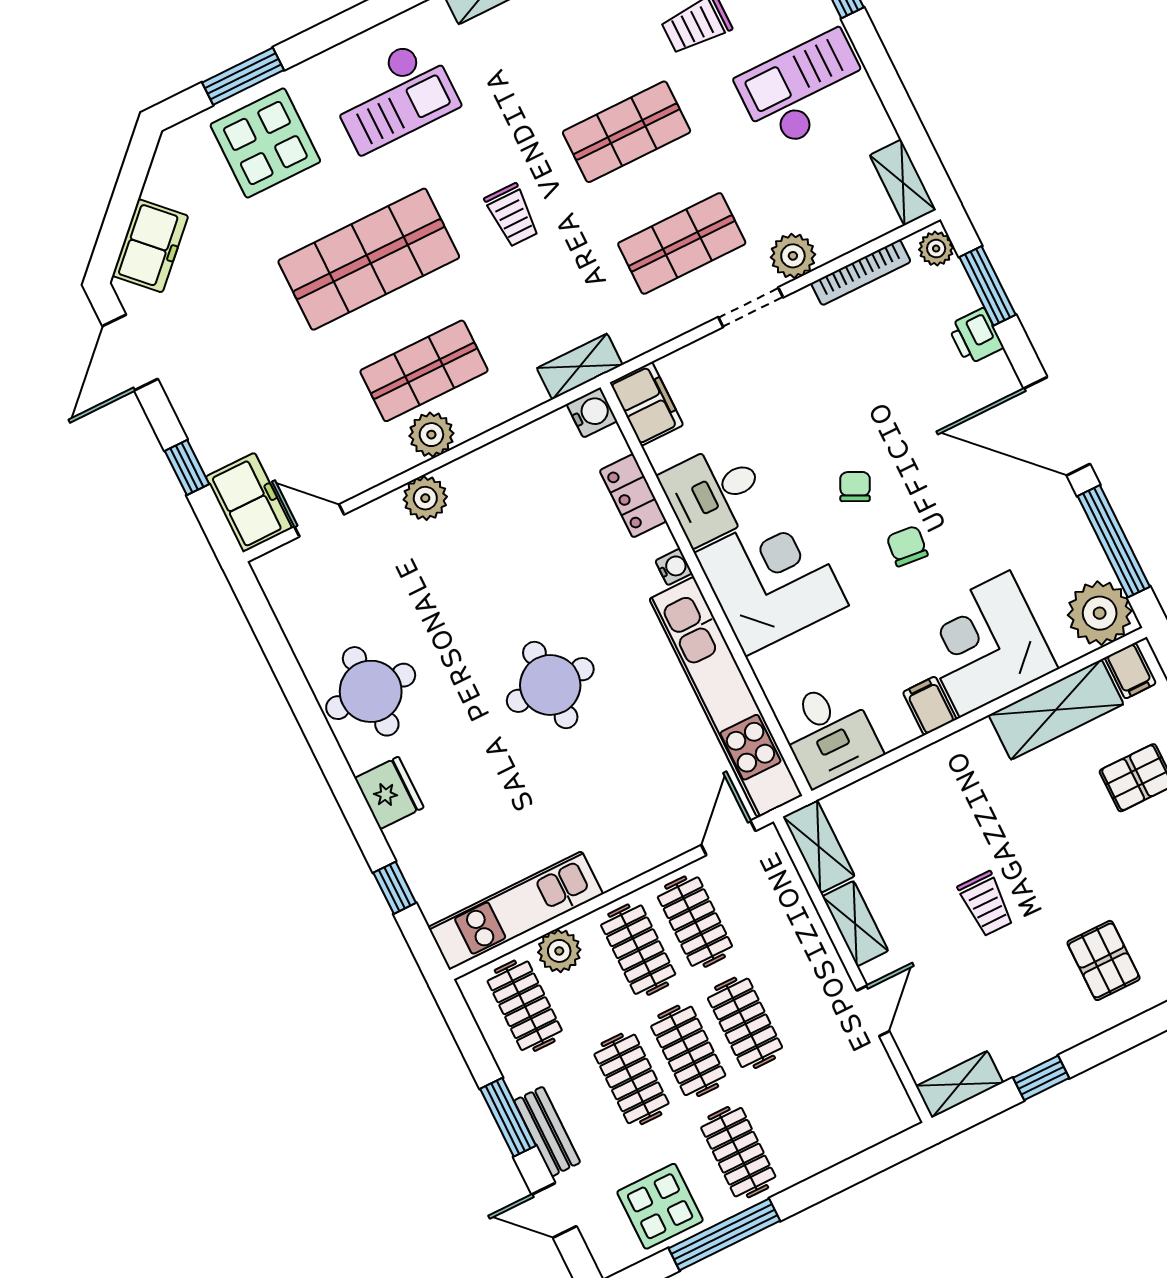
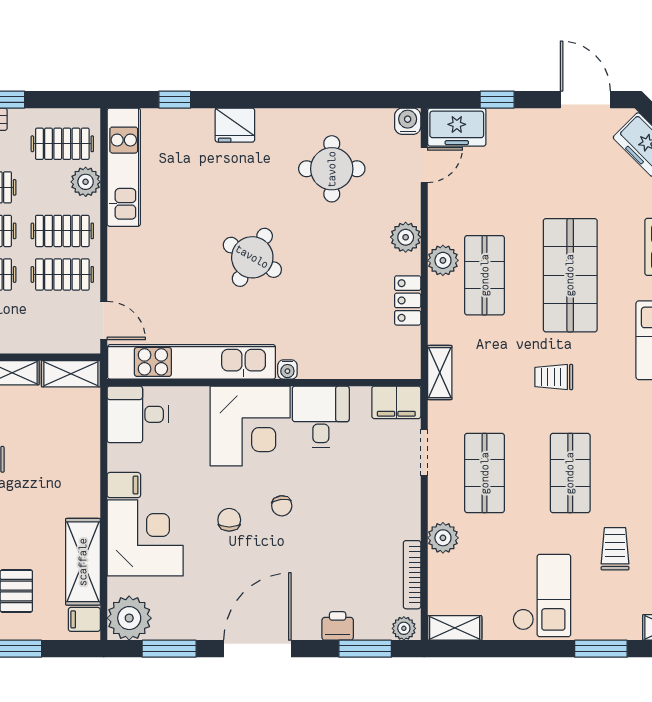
doorway: (751, 307) -> (424, 452), moved
water cooler: (592, 413) -> (408, 121), moved, turned 180
chair: (855, 487) -> (282, 506), turned 57
locker: (633, 496) -> (408, 300), moved, turned -90
window: (1114, 541) -> (169, 649), width x0.69
chair: (907, 546) -> (229, 520), turned -96
round table: (550, 685) -> (252, 257), turned 30
round table: (371, 691) -> (332, 169), moved

